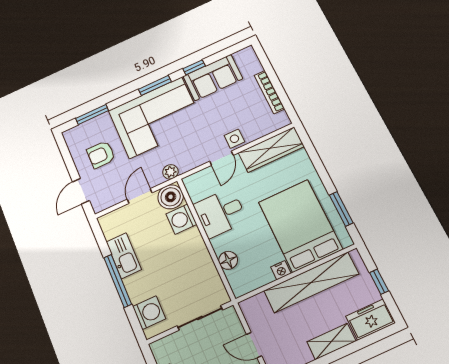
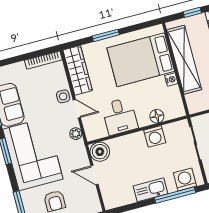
bookcase: (269, 92) -> (43, 60), moved
plant: (170, 172) -> (76, 134), moved
window: (341, 209) -> (106, 35), moved
washing machine: (181, 219) -> (155, 136), moved
kitchen sink: (124, 256) -> (151, 190), moved
window: (118, 281) -> (175, 195), moved

